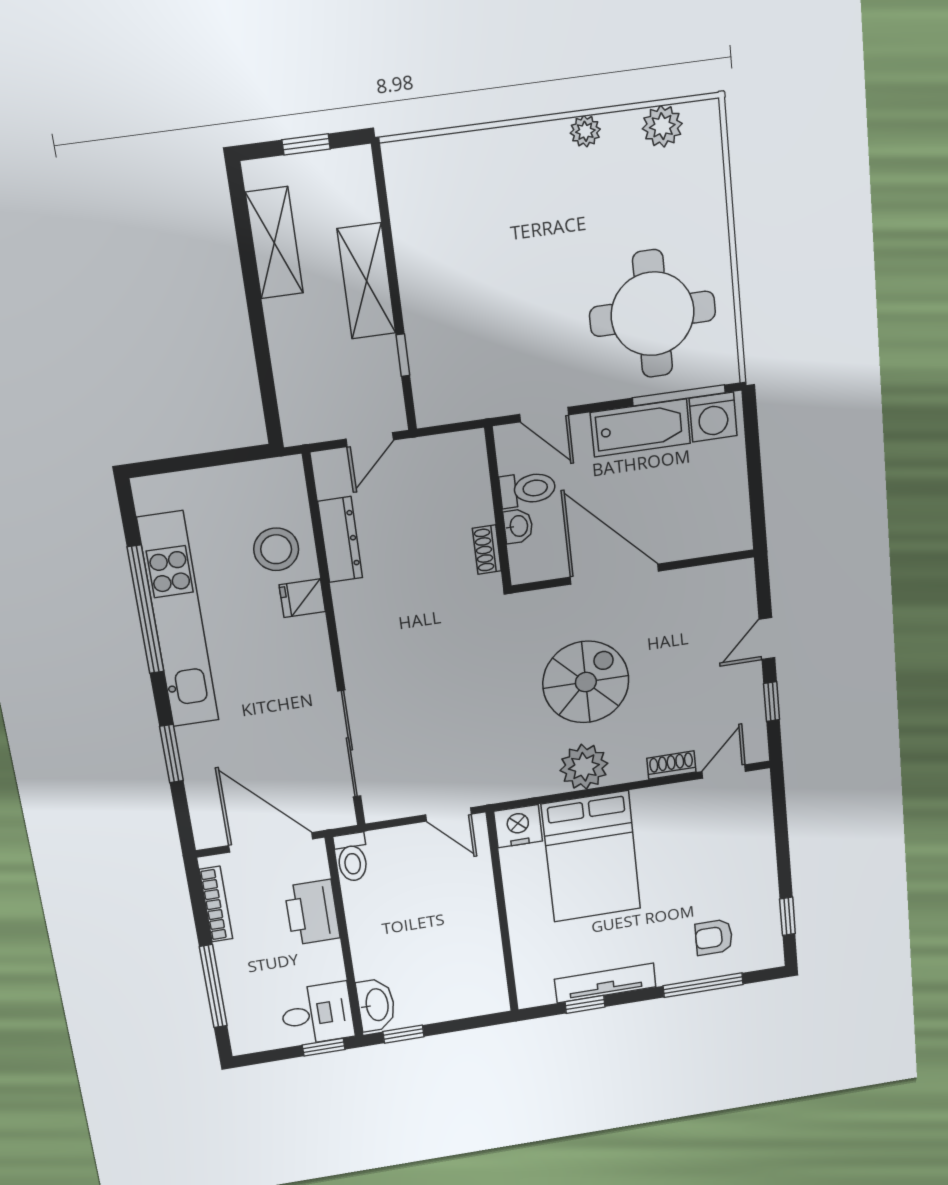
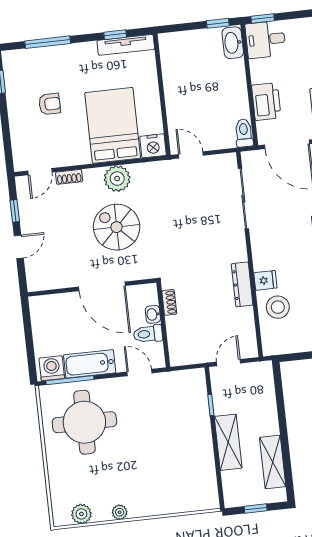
dresser: (340, 540) -> (242, 284), moved
spiral stairs: (586, 682) -> (117, 227), turned 90
armchair: (714, 937) -> (50, 104), moved
tv unit: (605, 983) -> (126, 45), moved

